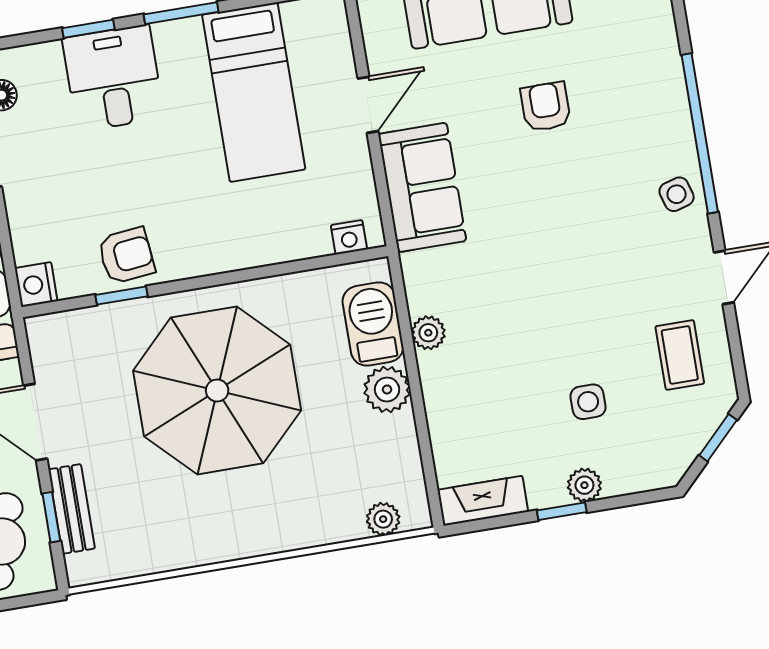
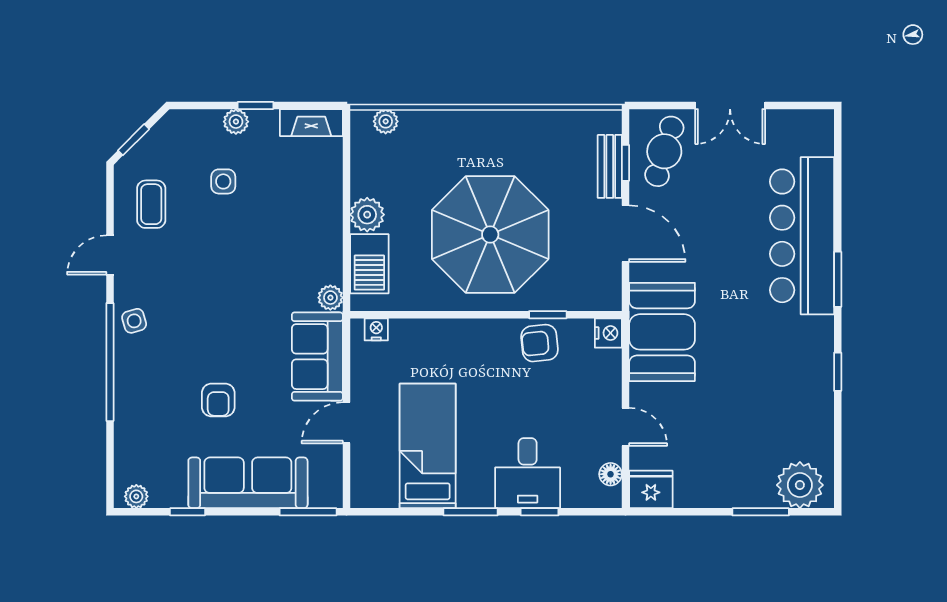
plant: (428, 333) -> (330, 298), moved

